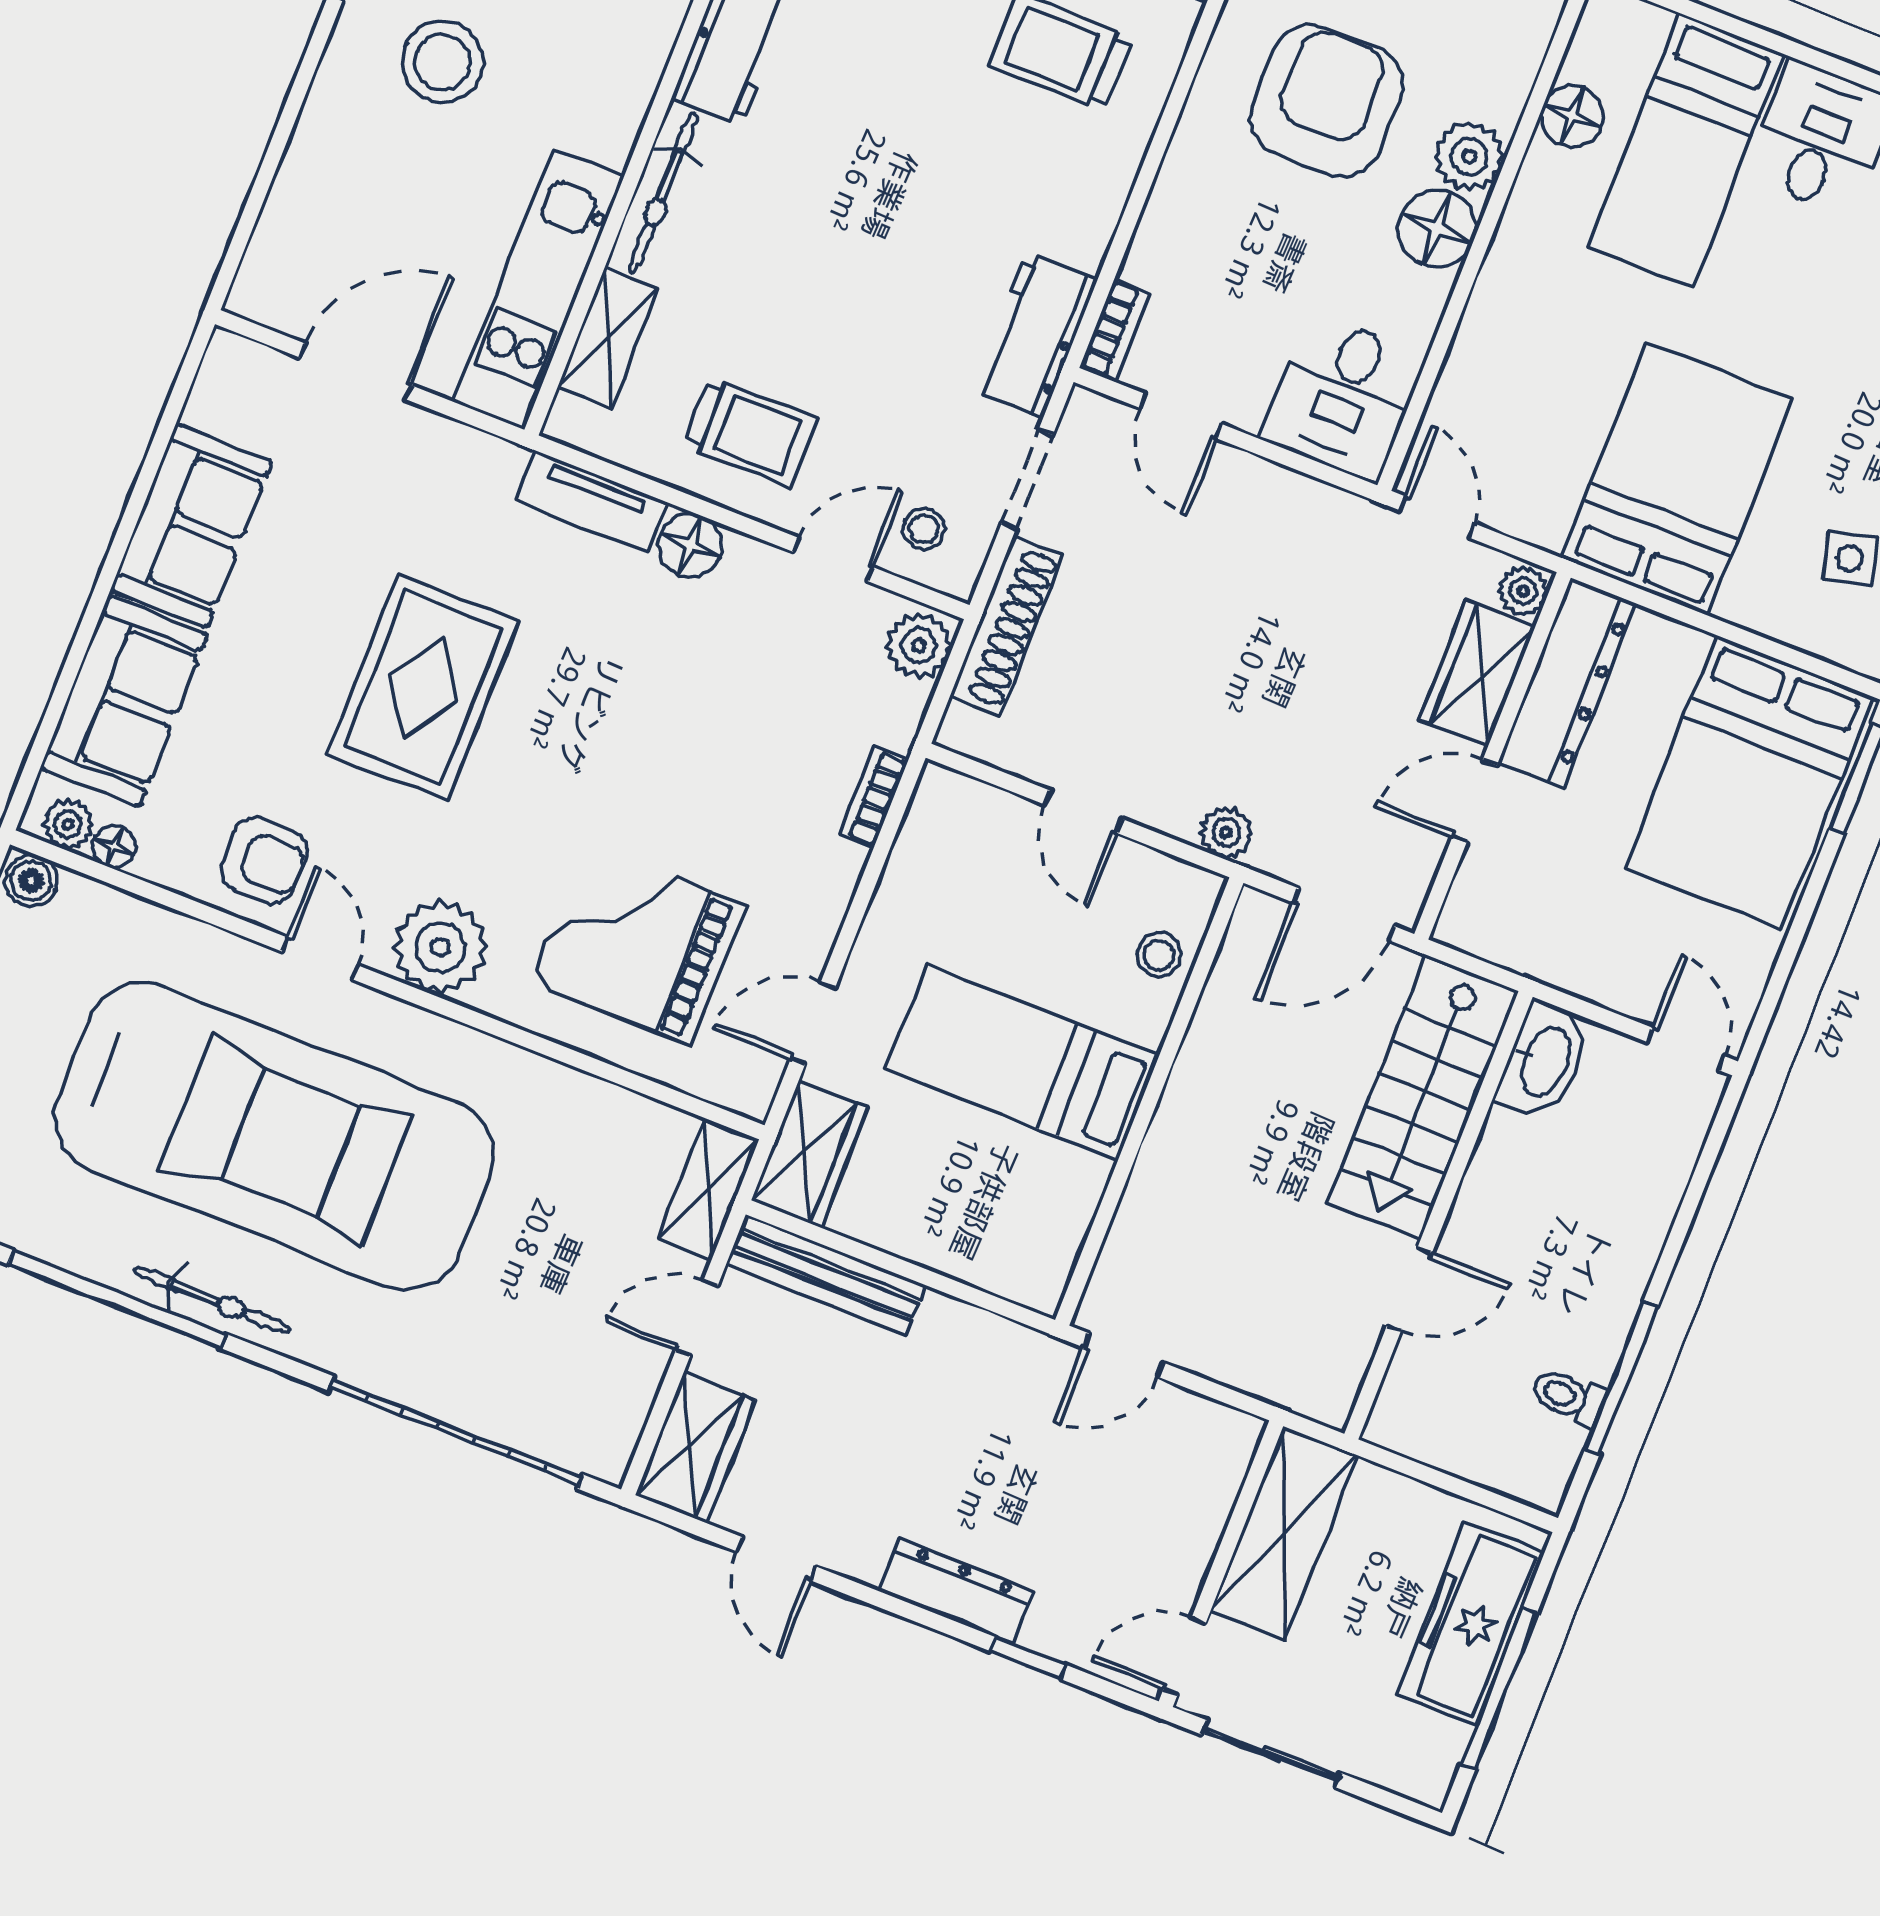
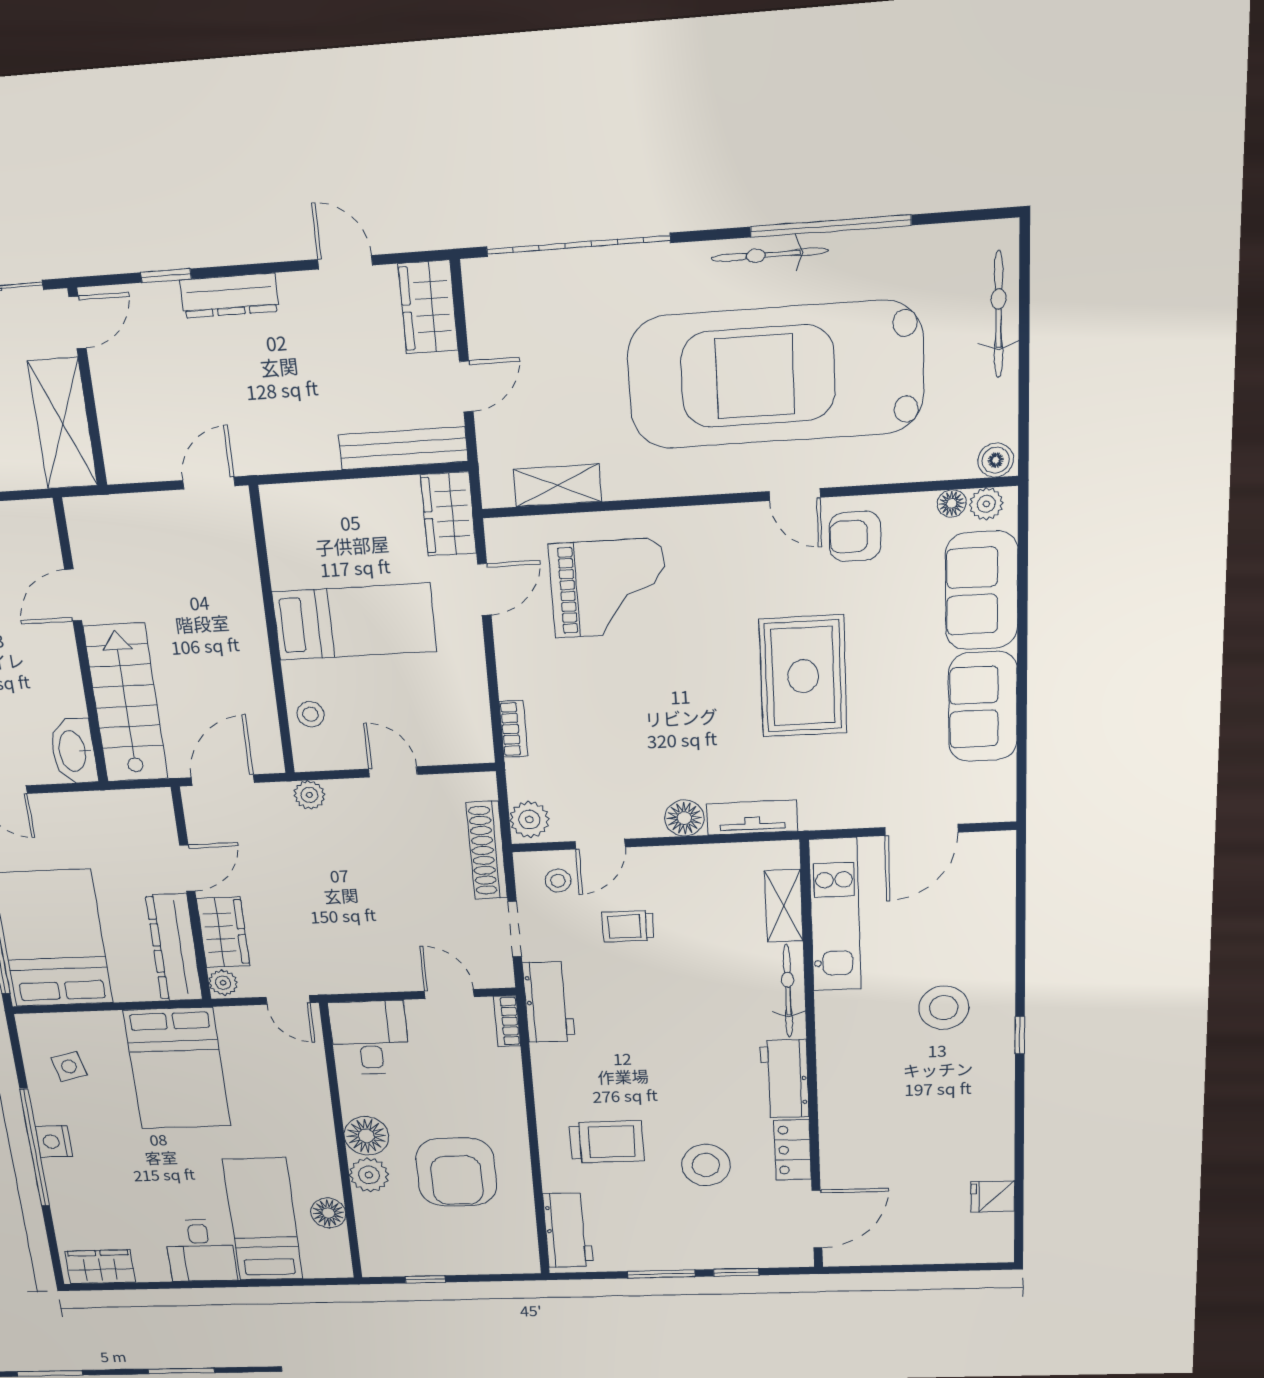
trolley: (750, 432) -> (628, 926), moved, width x0.73, depth x0.72
plant: (440, 947) -> (725, 534), removed
shelving: (708, 1189) -> (557, 485), moved, turned 90

